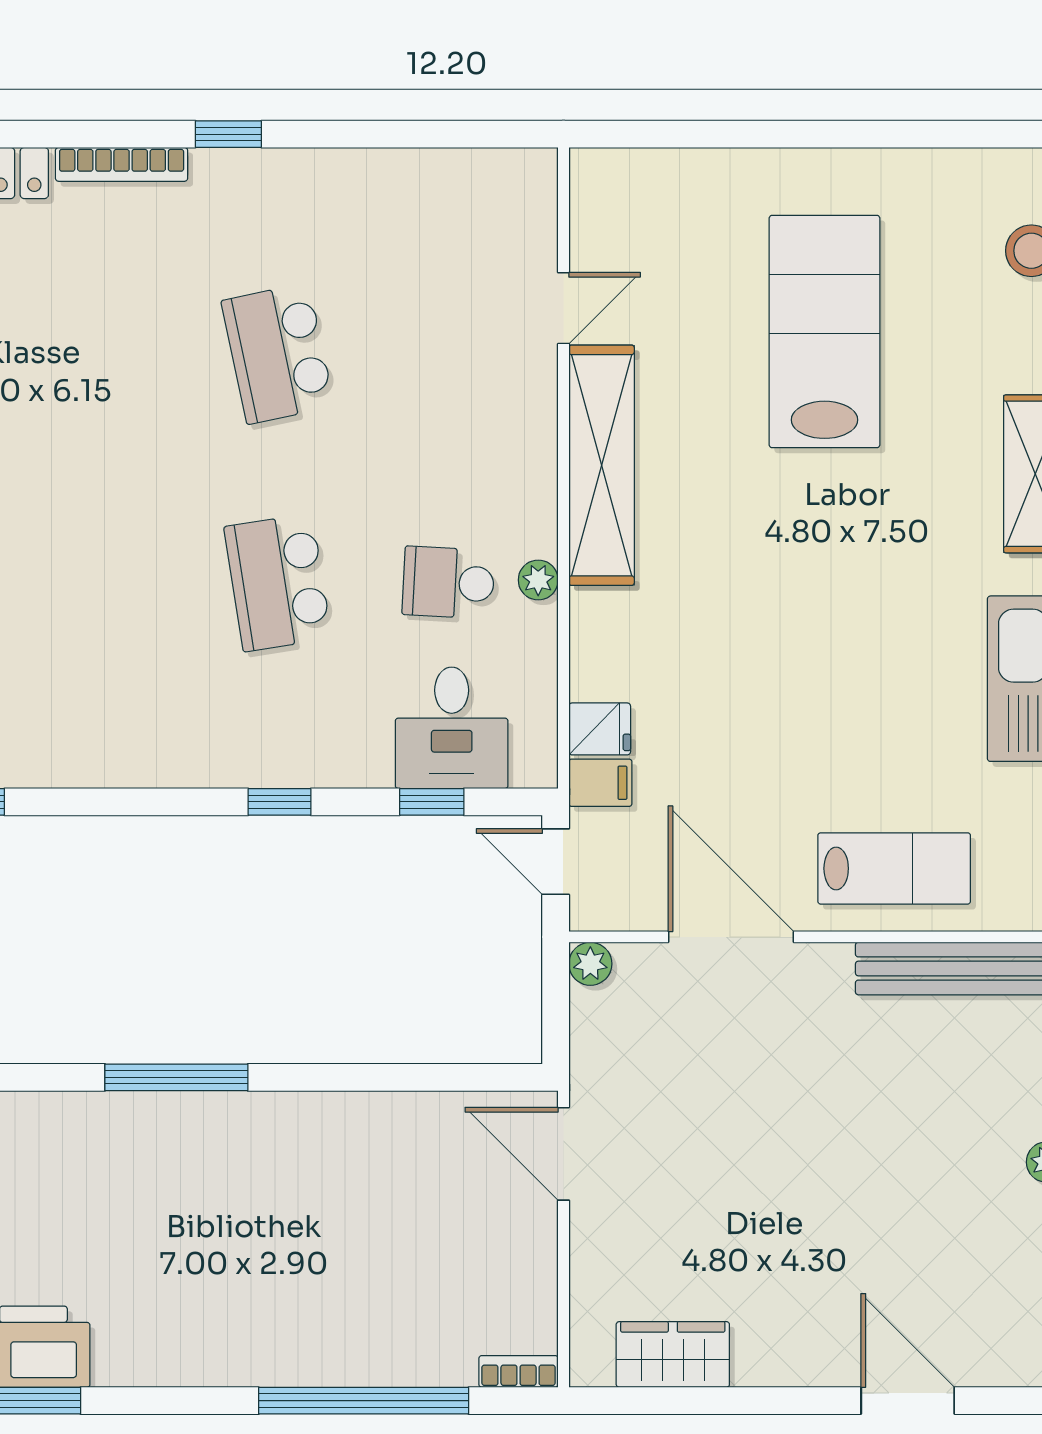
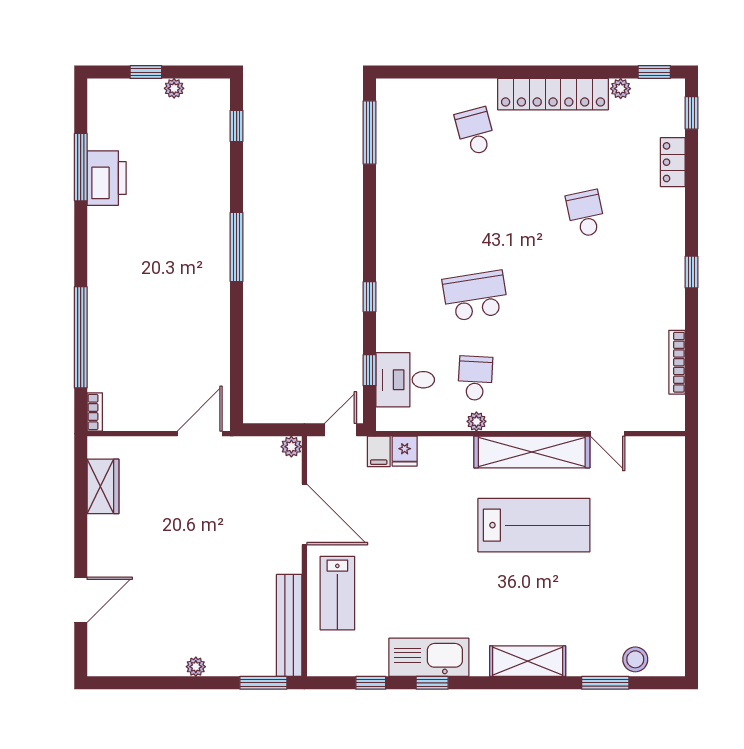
bookcase: (122, 164) -> (677, 362), moved
lab bench: (824, 332) -> (534, 525), moved
school desk: (278, 353) -> (586, 214), moved, width x0.54
door: (731, 937) -> (304, 514), hinge flipped

